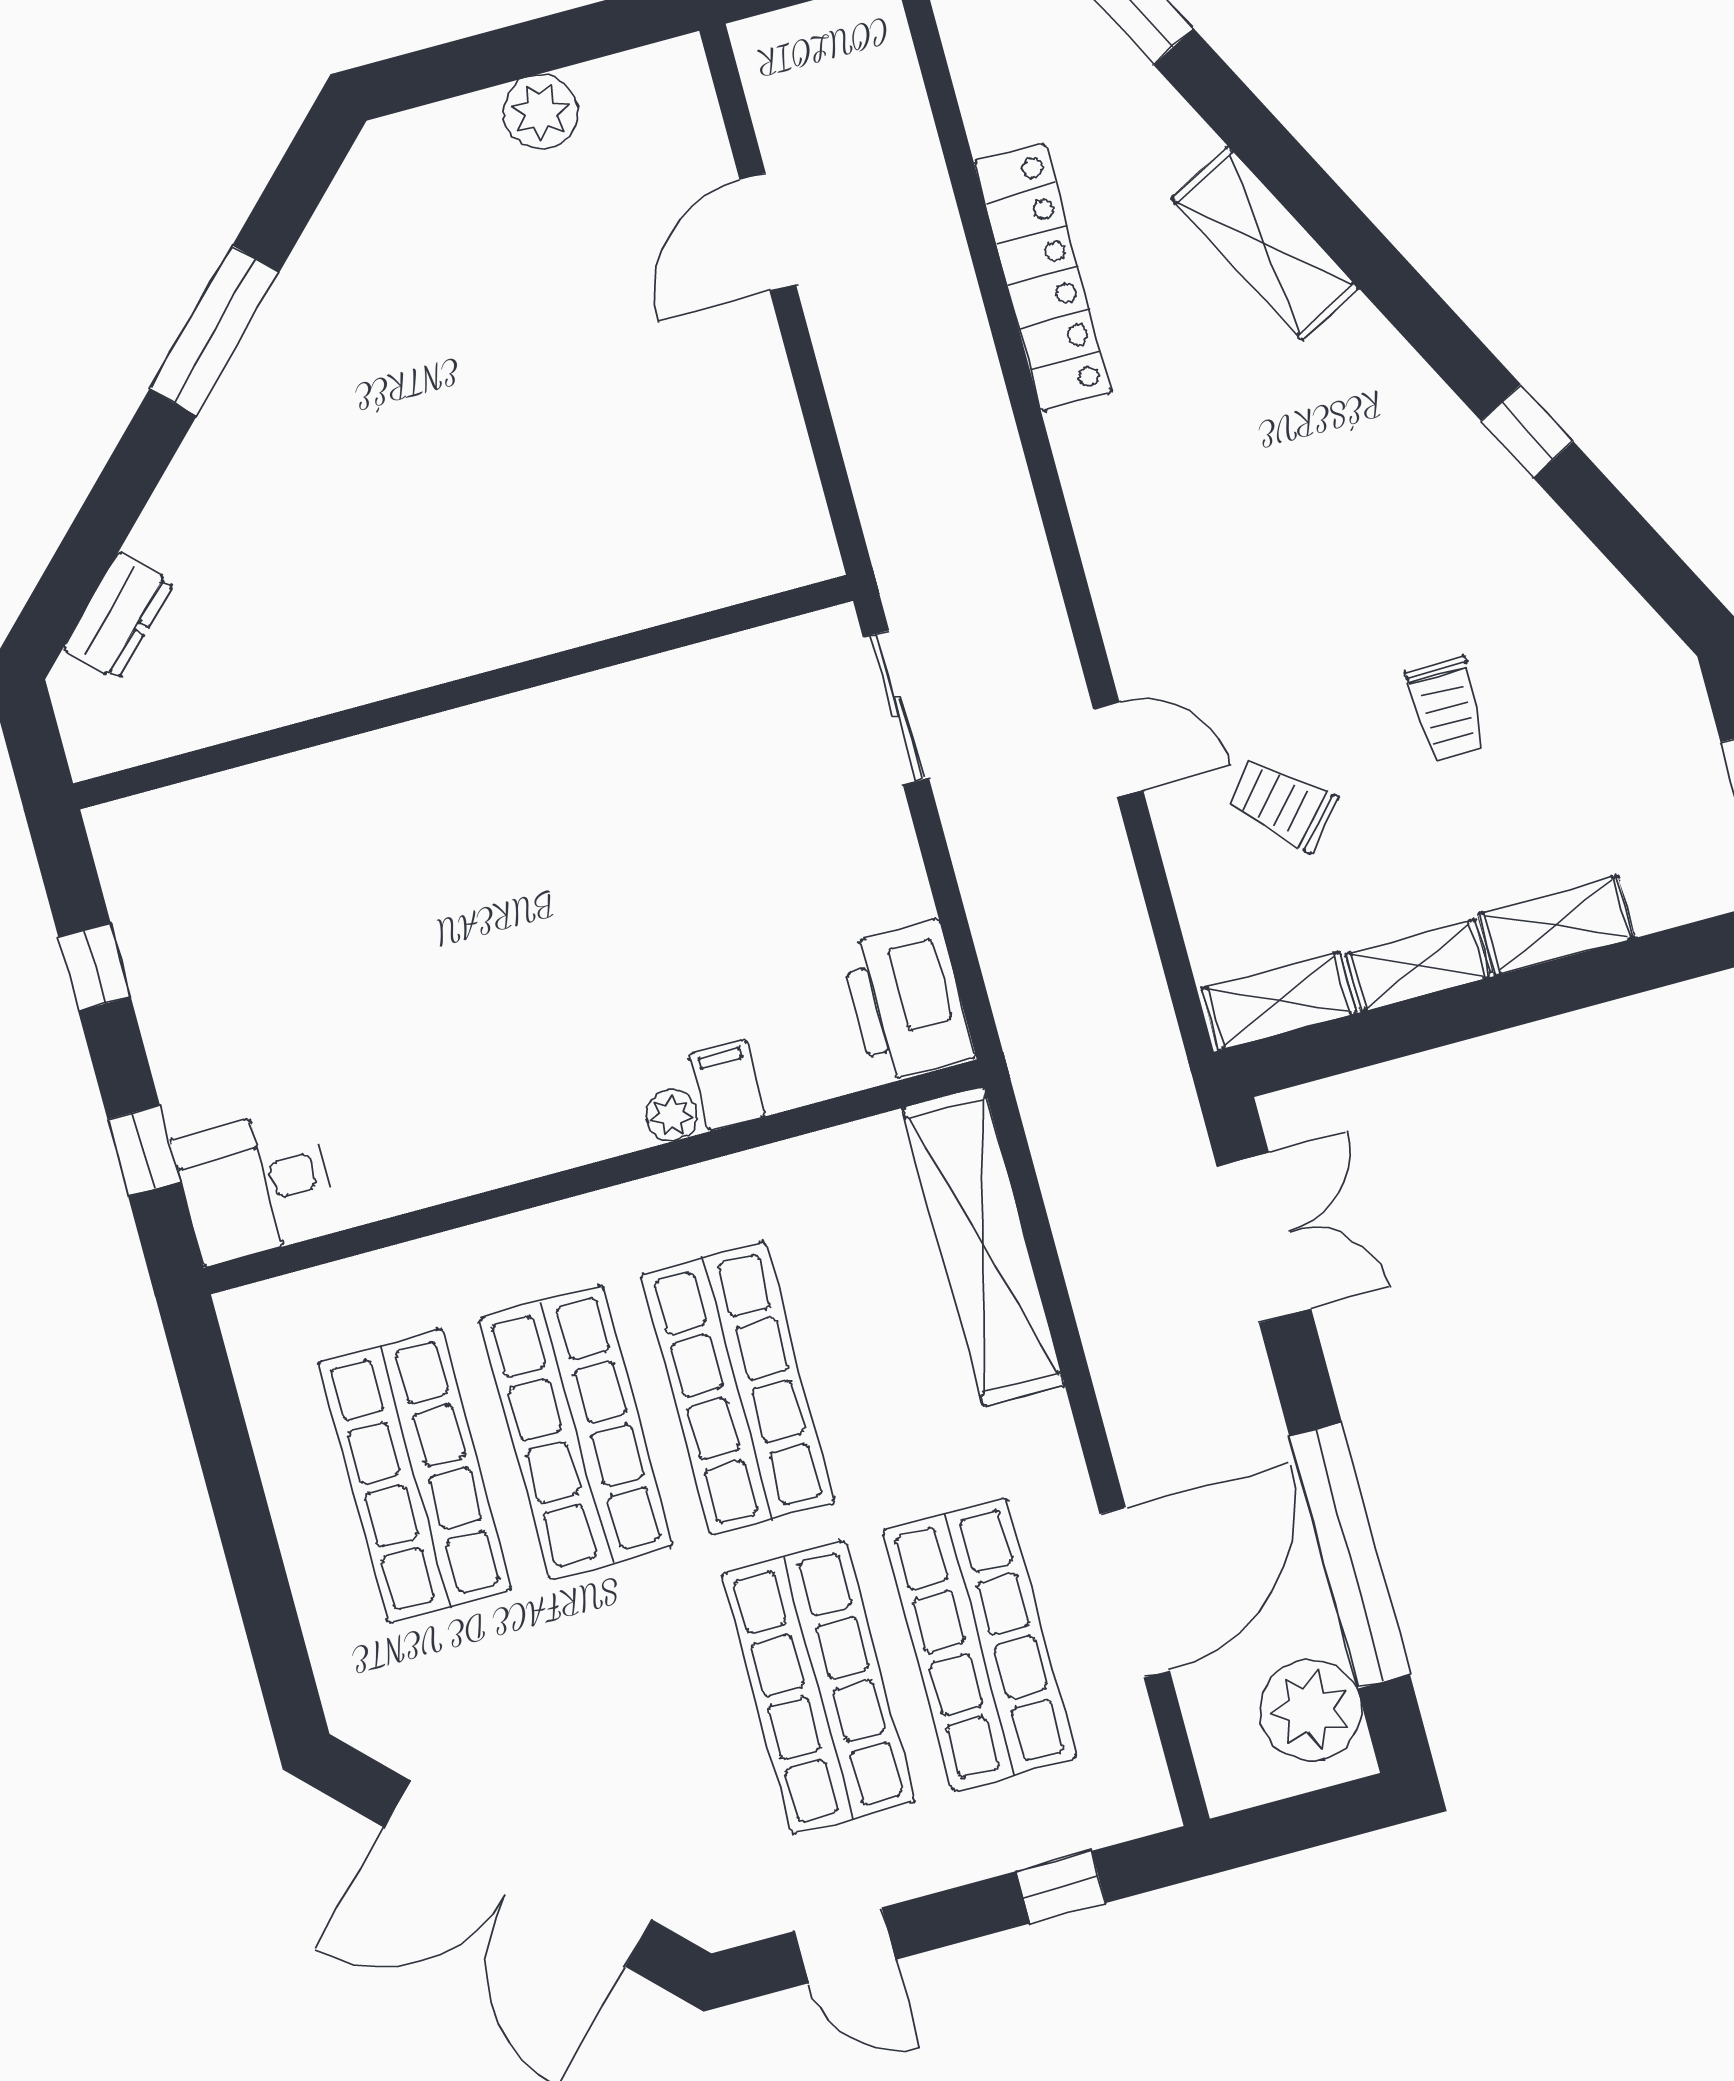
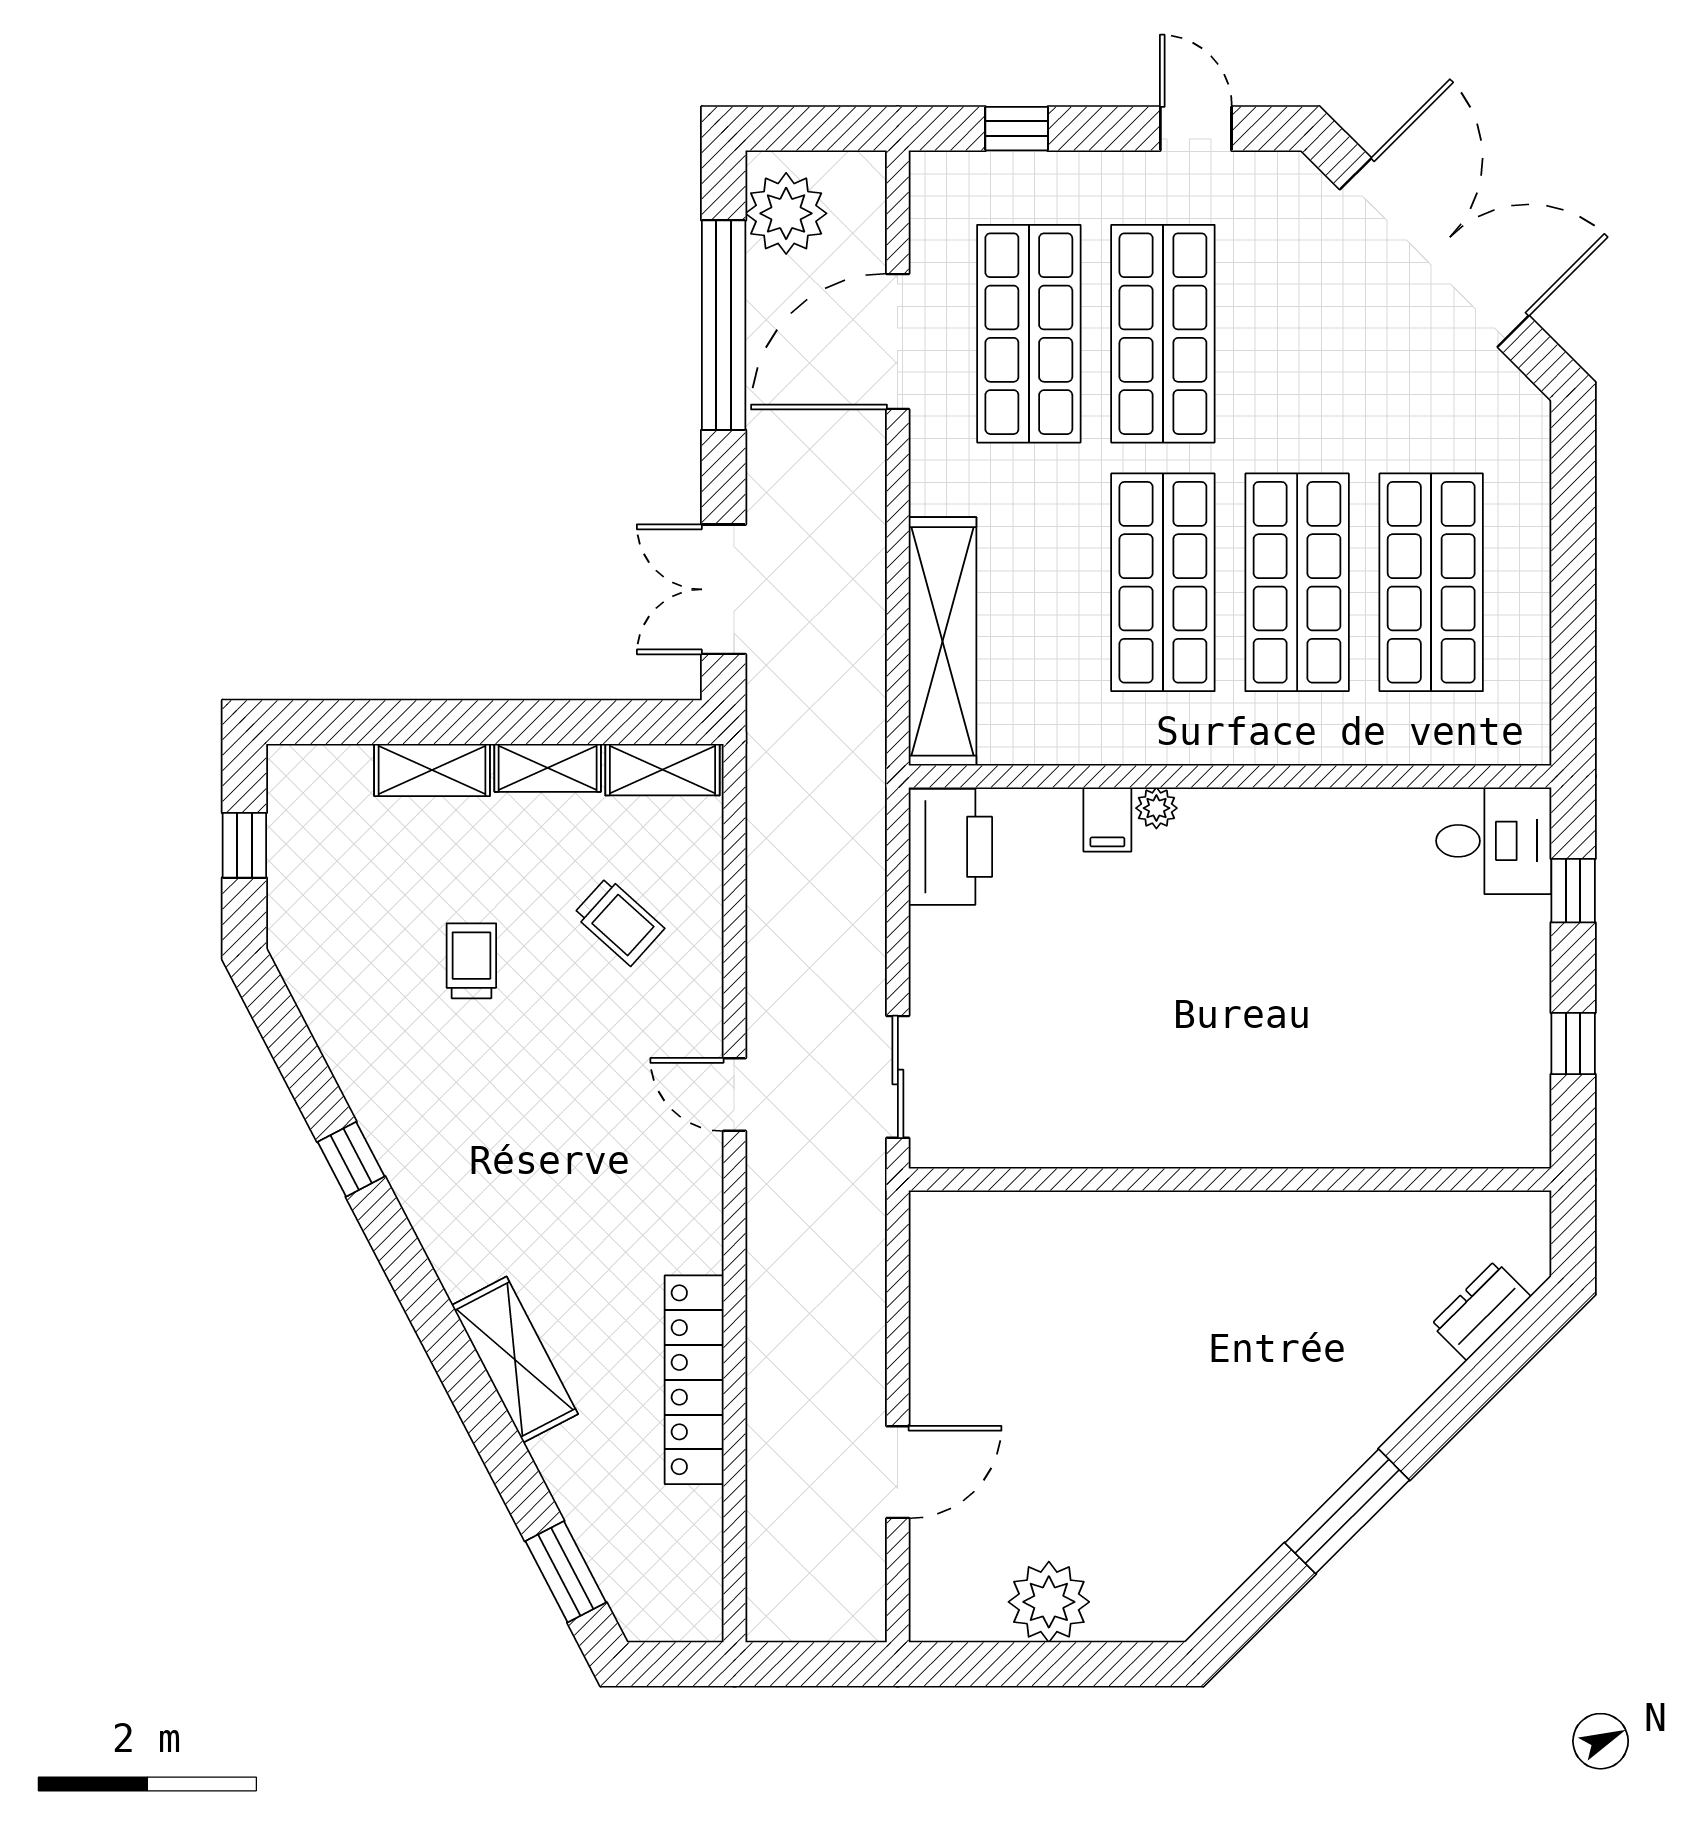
plant: (540, 112) -> (1049, 1602), width x1.36, depth x1.36
door: (1118, 750) -> (734, 1095), moved

